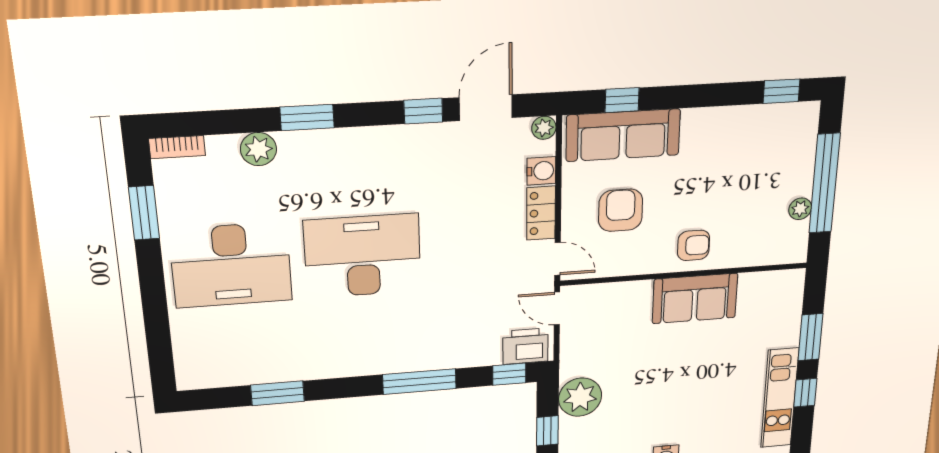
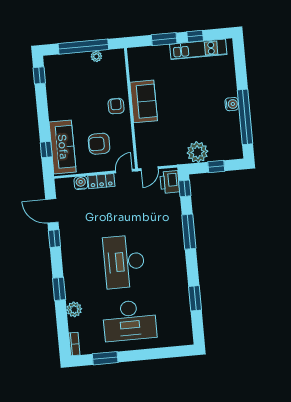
plant: (544, 128) -> (60, 184), removed
desk: (231, 265) -> (130, 320), turned 90

